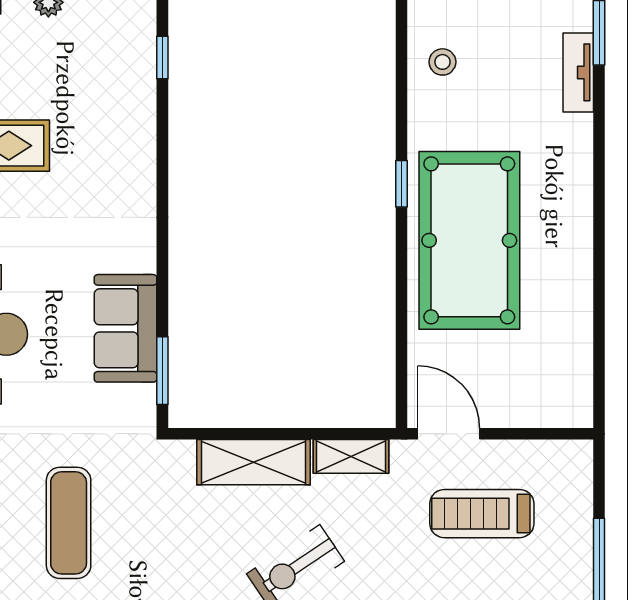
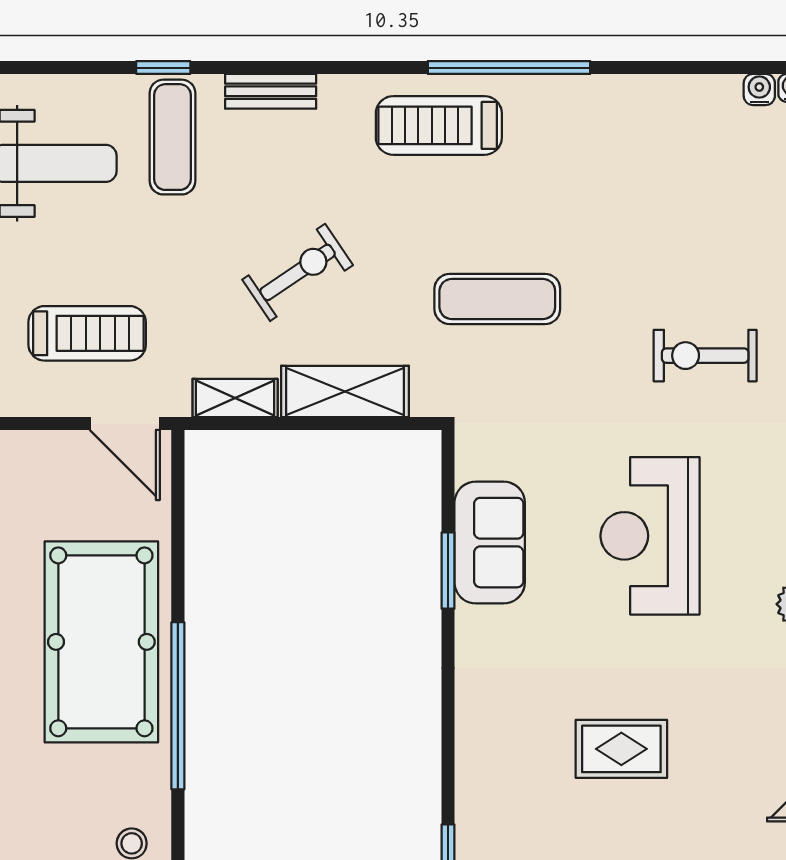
window: (402, 184) -> (178, 706), width x3.17
window: (162, 371) -> (448, 571), moved
exercise mat: (69, 523) -> (497, 299), moved, turned 90

